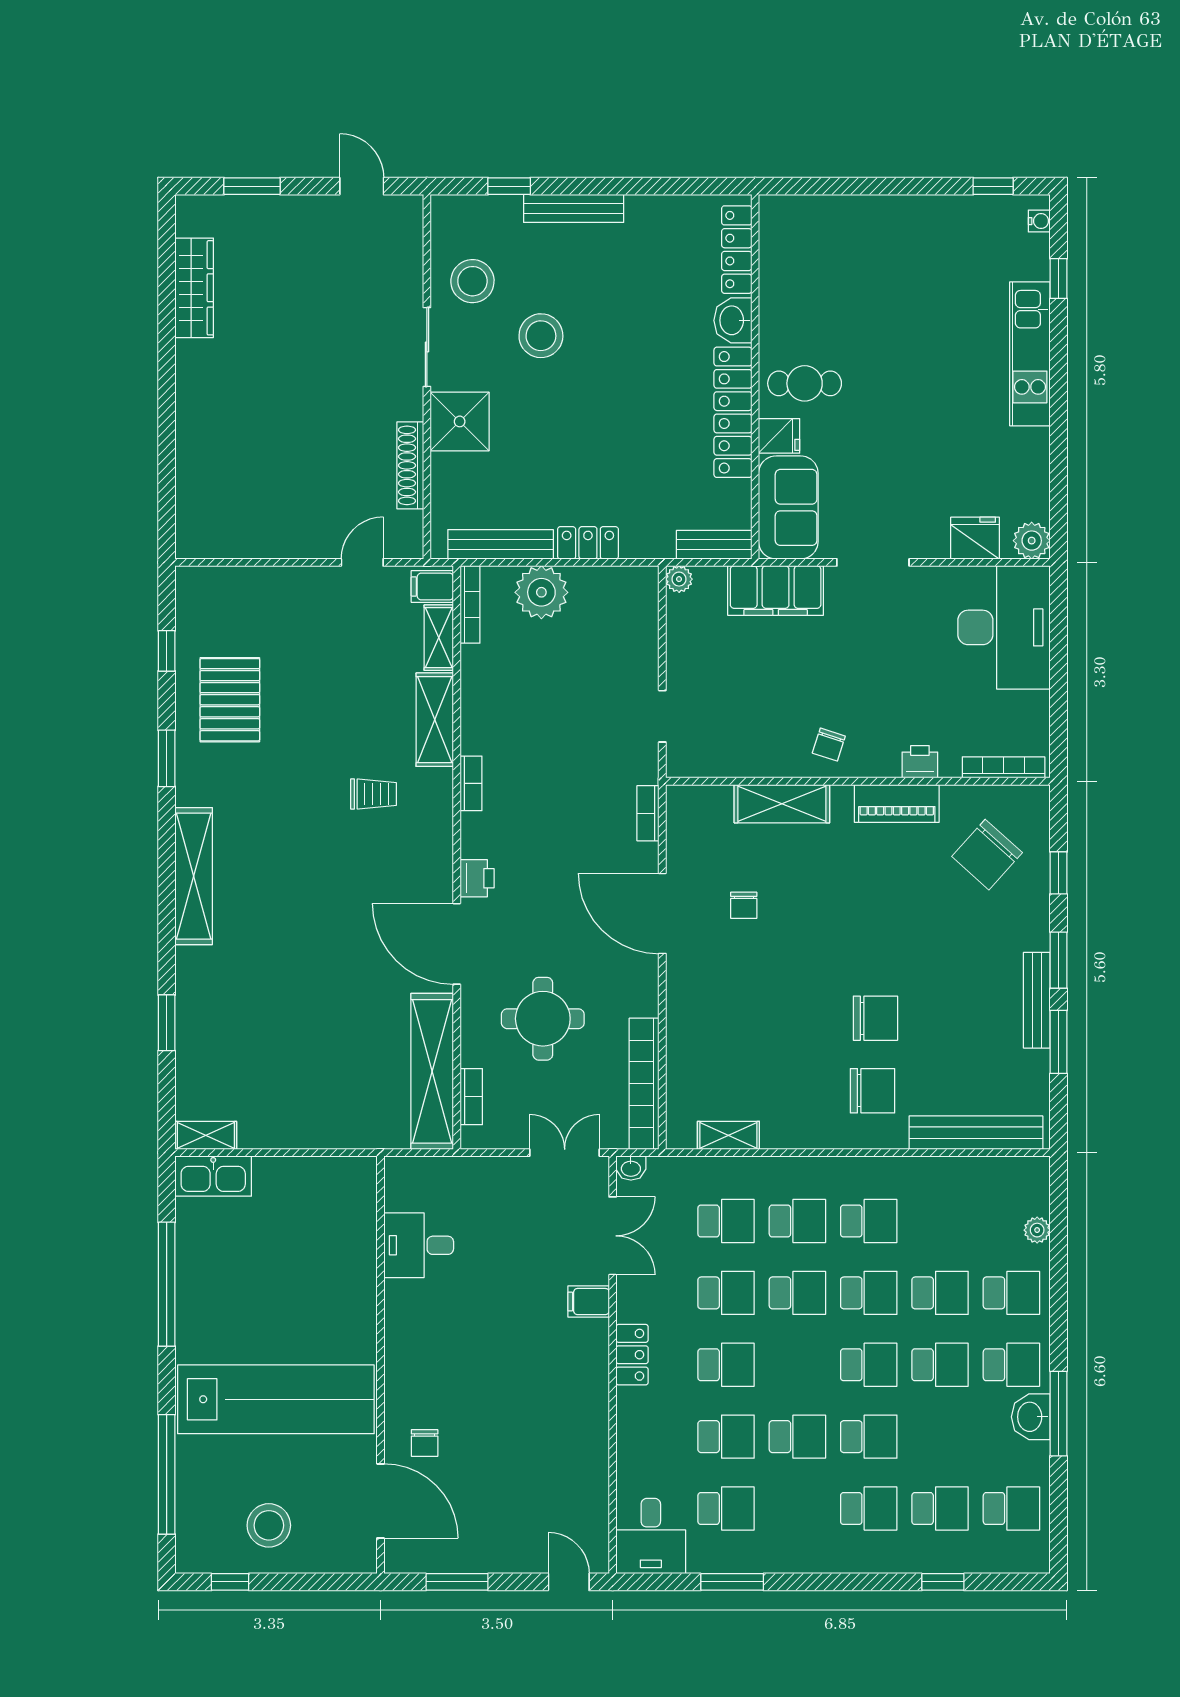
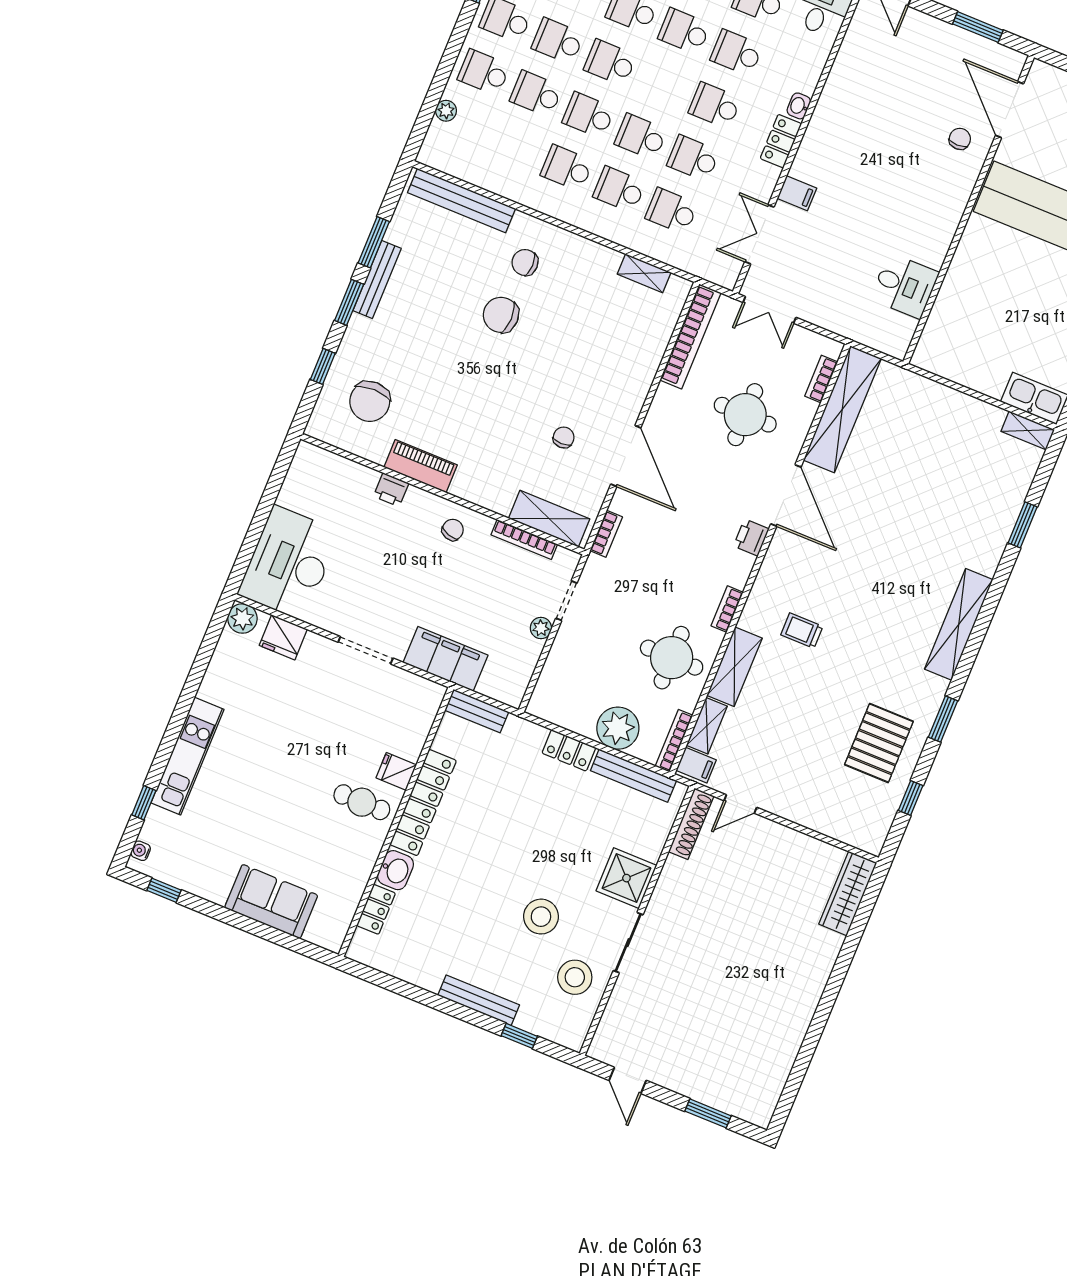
locker: (737, 250) -> (376, 909), width x0.66
wardrobe: (194, 288) -> (848, 893), moved
shoe rack: (410, 465) -> (691, 824), moved
sofa: (788, 507) -> (271, 901), moved, turned 90
plant: (679, 579) -> (541, 628), moved
round table: (512, 700) -> (672, 658), added
bookcase: (1004, 767) -> (524, 540), moved
shelving: (782, 804) -> (549, 519), moved
chair: (987, 855) -> (370, 401), turned 138
chair: (872, 1091) -> (525, 262), width x0.73, depth x0.73
washbasin: (631, 1168) -> (799, 106), moved, turned -90

